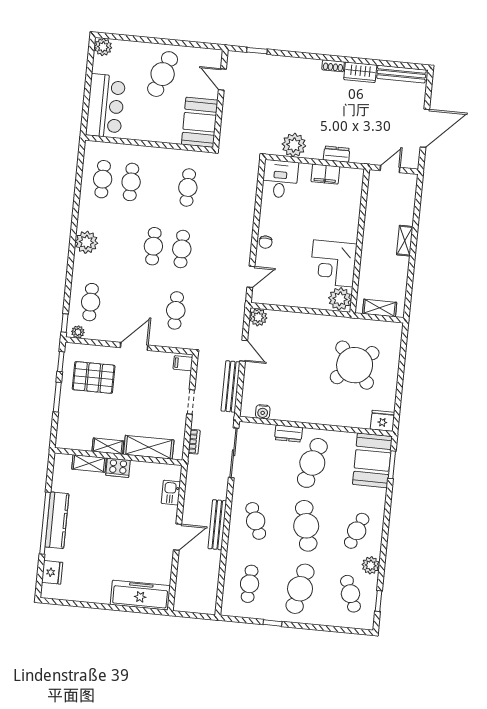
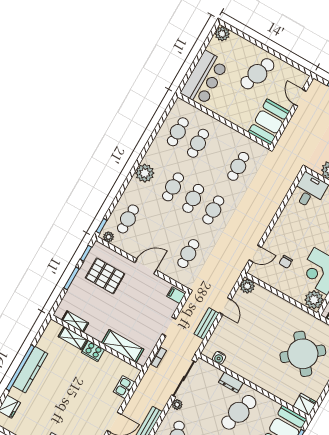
chair: (266, 242) -> (286, 262), moved
cafe table: (125, 243) -> (173, 187), added
bench: (231, 386) -> (206, 323), width x0.73
shelving: (108, 446) -> (75, 322), moved
plant: (239, 485) -> (177, 405), added

